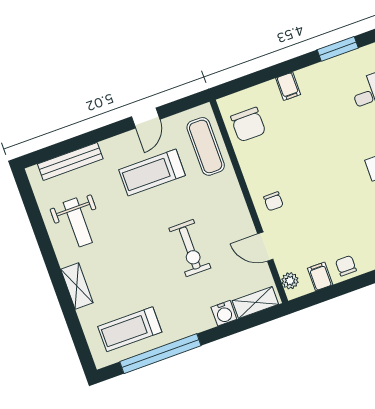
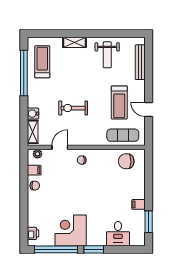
filing cabinet: (288, 86) -> (139, 204), moved
treadmill: (152, 173) -> (119, 103), turned 180
weight bench: (78, 222) -> (107, 55), turned -90

